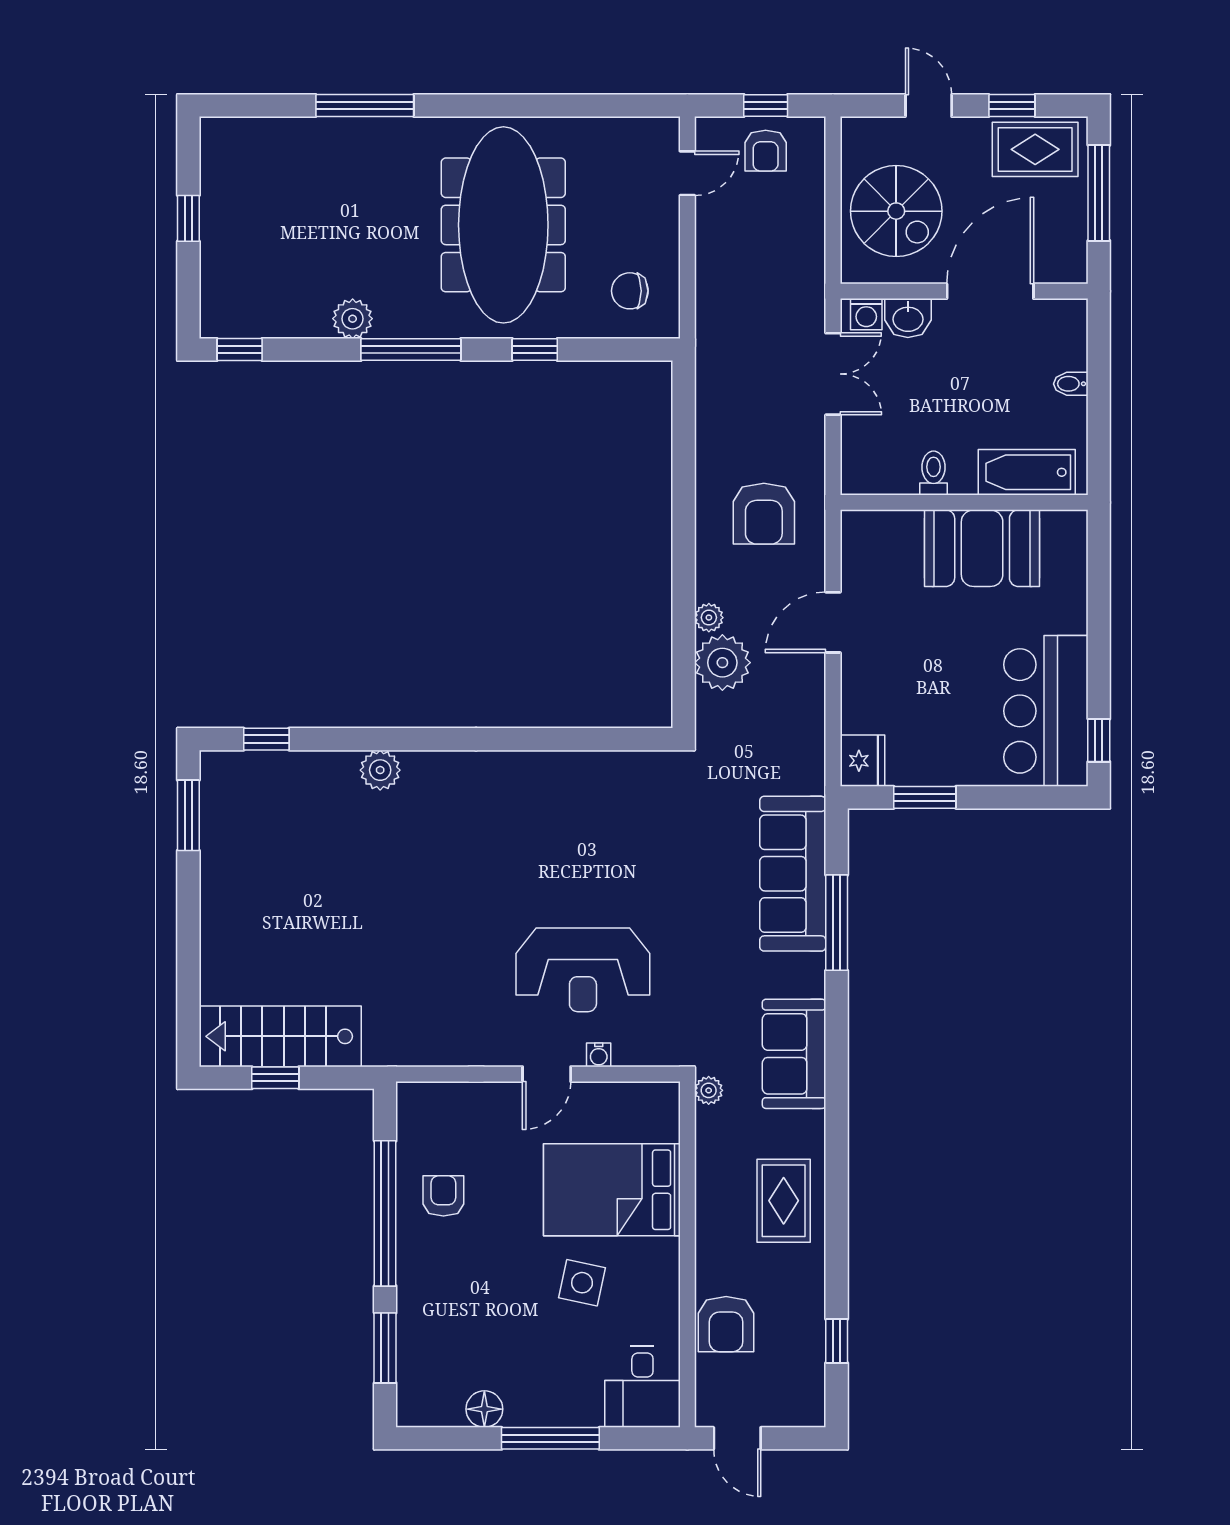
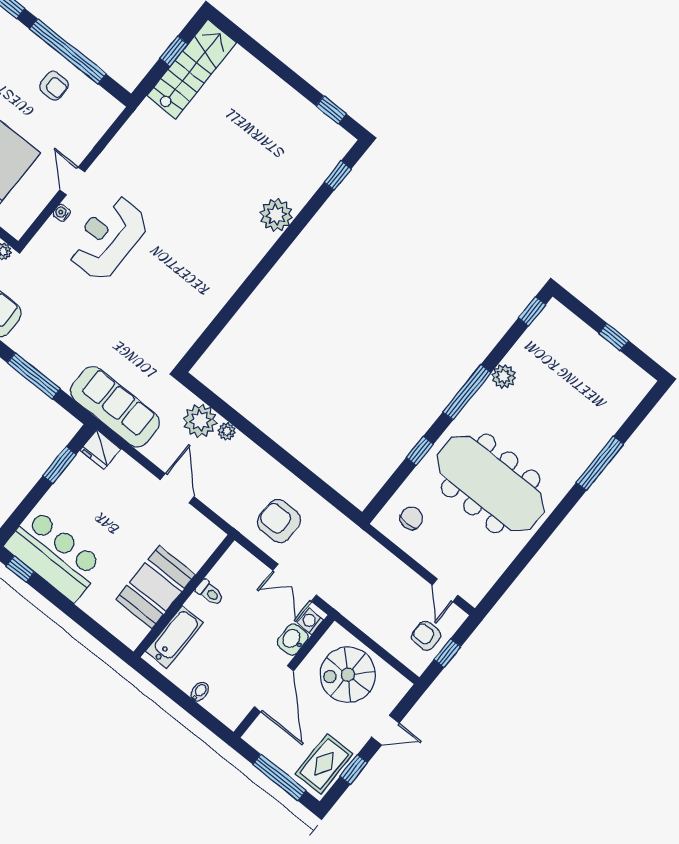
armchair: (764, 514) -> (279, 521), moved
plant: (380, 770) -> (276, 215), width x1.36, depth x1.36
window: (188, 815) -> (331, 110), width x0.67
sofa: (793, 874) -> (115, 407), moved

